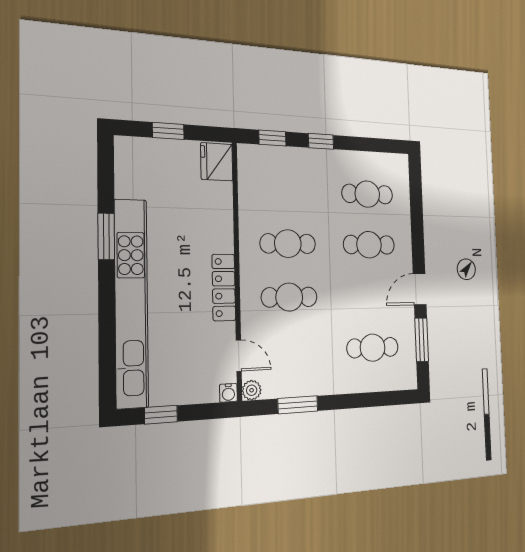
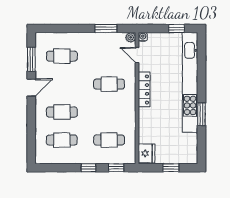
cafe table: (288, 244) -> (109, 140), moved

